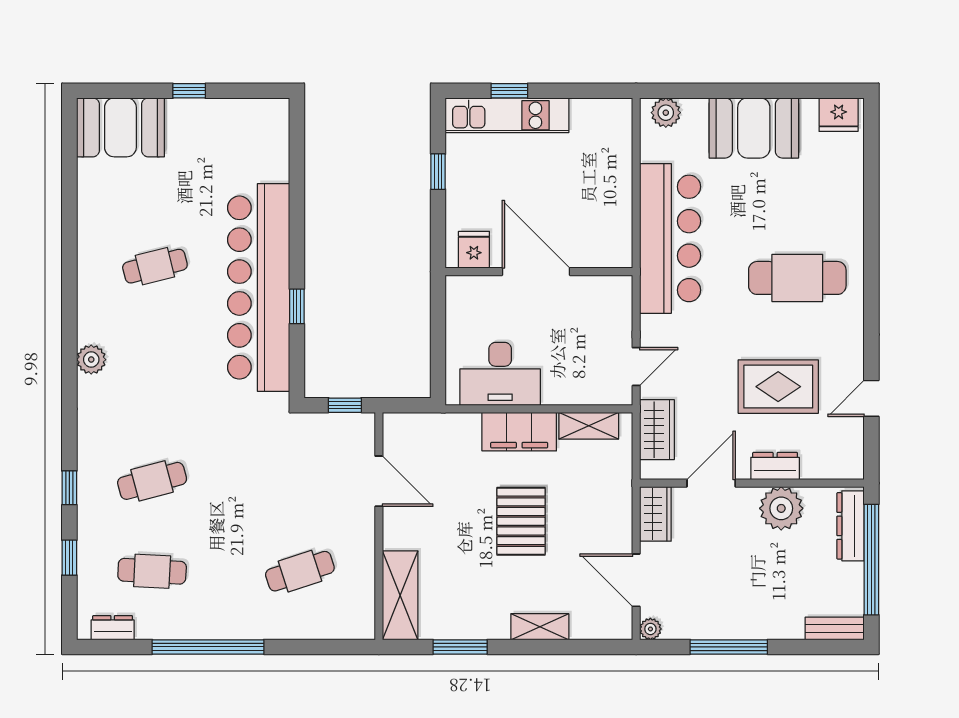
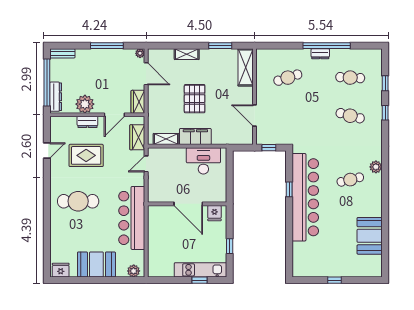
booth: (120, 127) -> (370, 236), moved, turned 90
cafe table: (155, 266) -> (350, 180), moved
cafe table: (152, 481) -> (350, 116), turned 30
dresser: (113, 628) -> (320, 54), moved

